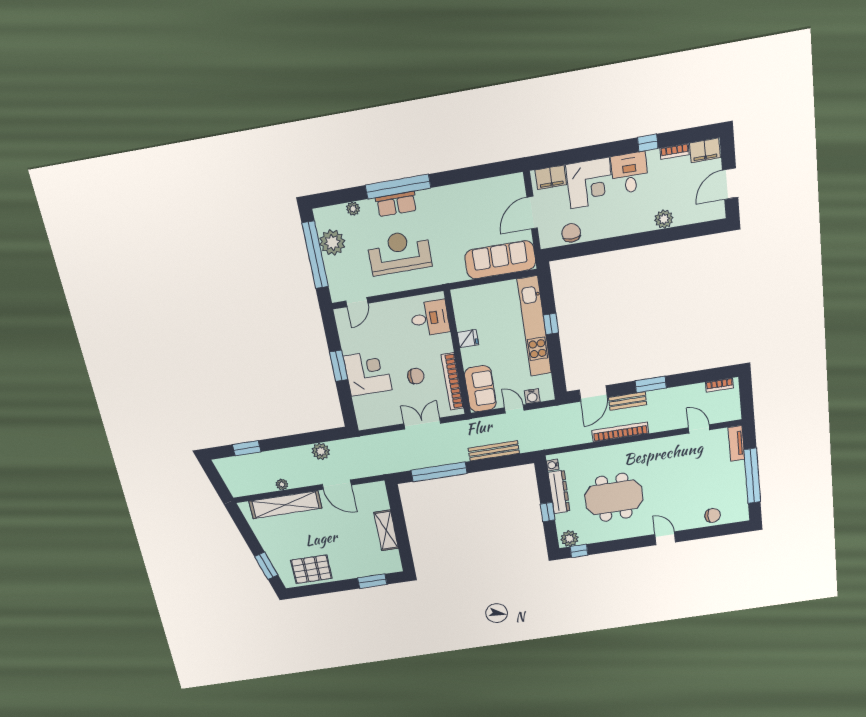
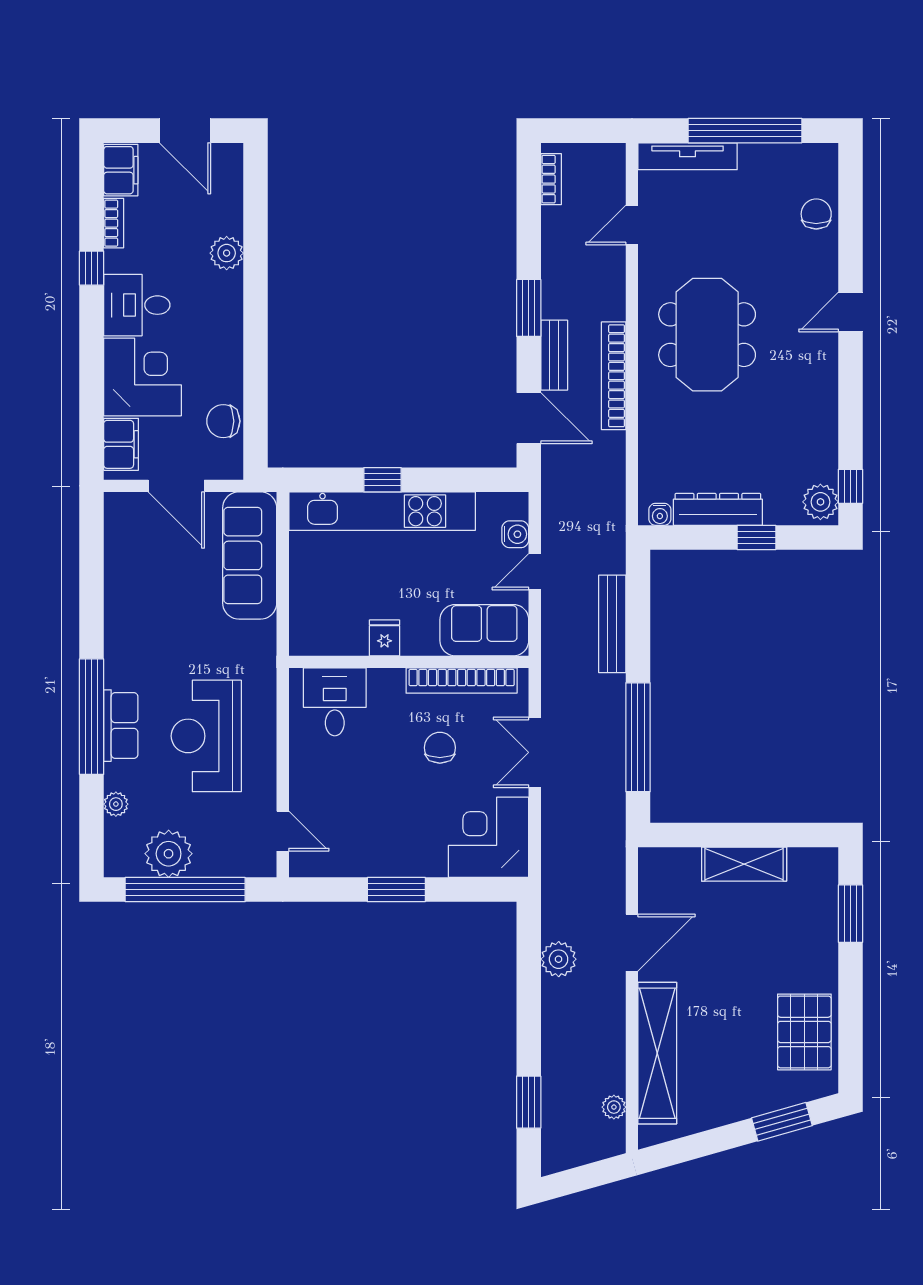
corner desk: (368, 373) -> (489, 837), moved
tv unit: (736, 443) -> (688, 156), width x1.41
plant: (282, 484) -> (614, 1107), moved
meeting table: (614, 497) -> (707, 335), moved

